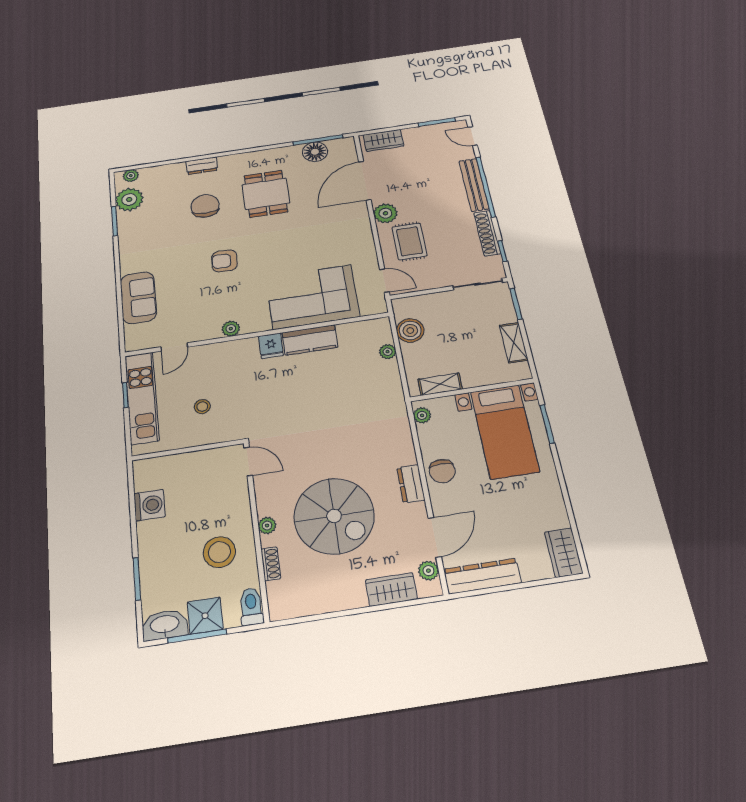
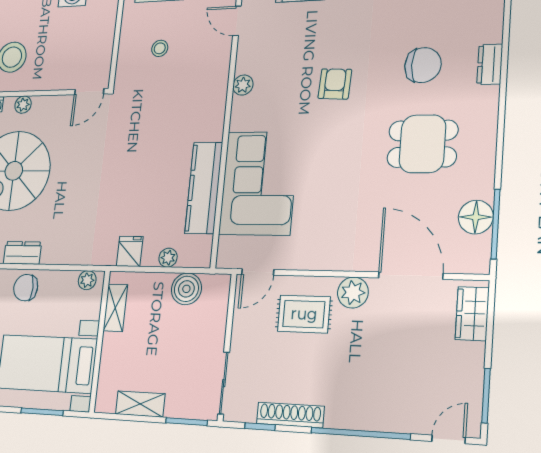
bench: (474, 185) -> (367, 419), removed
kitchen counter: (310, 340) -> (204, 188), width x1.50
fridge: (271, 346) -> (130, 251), moved, turned 90

